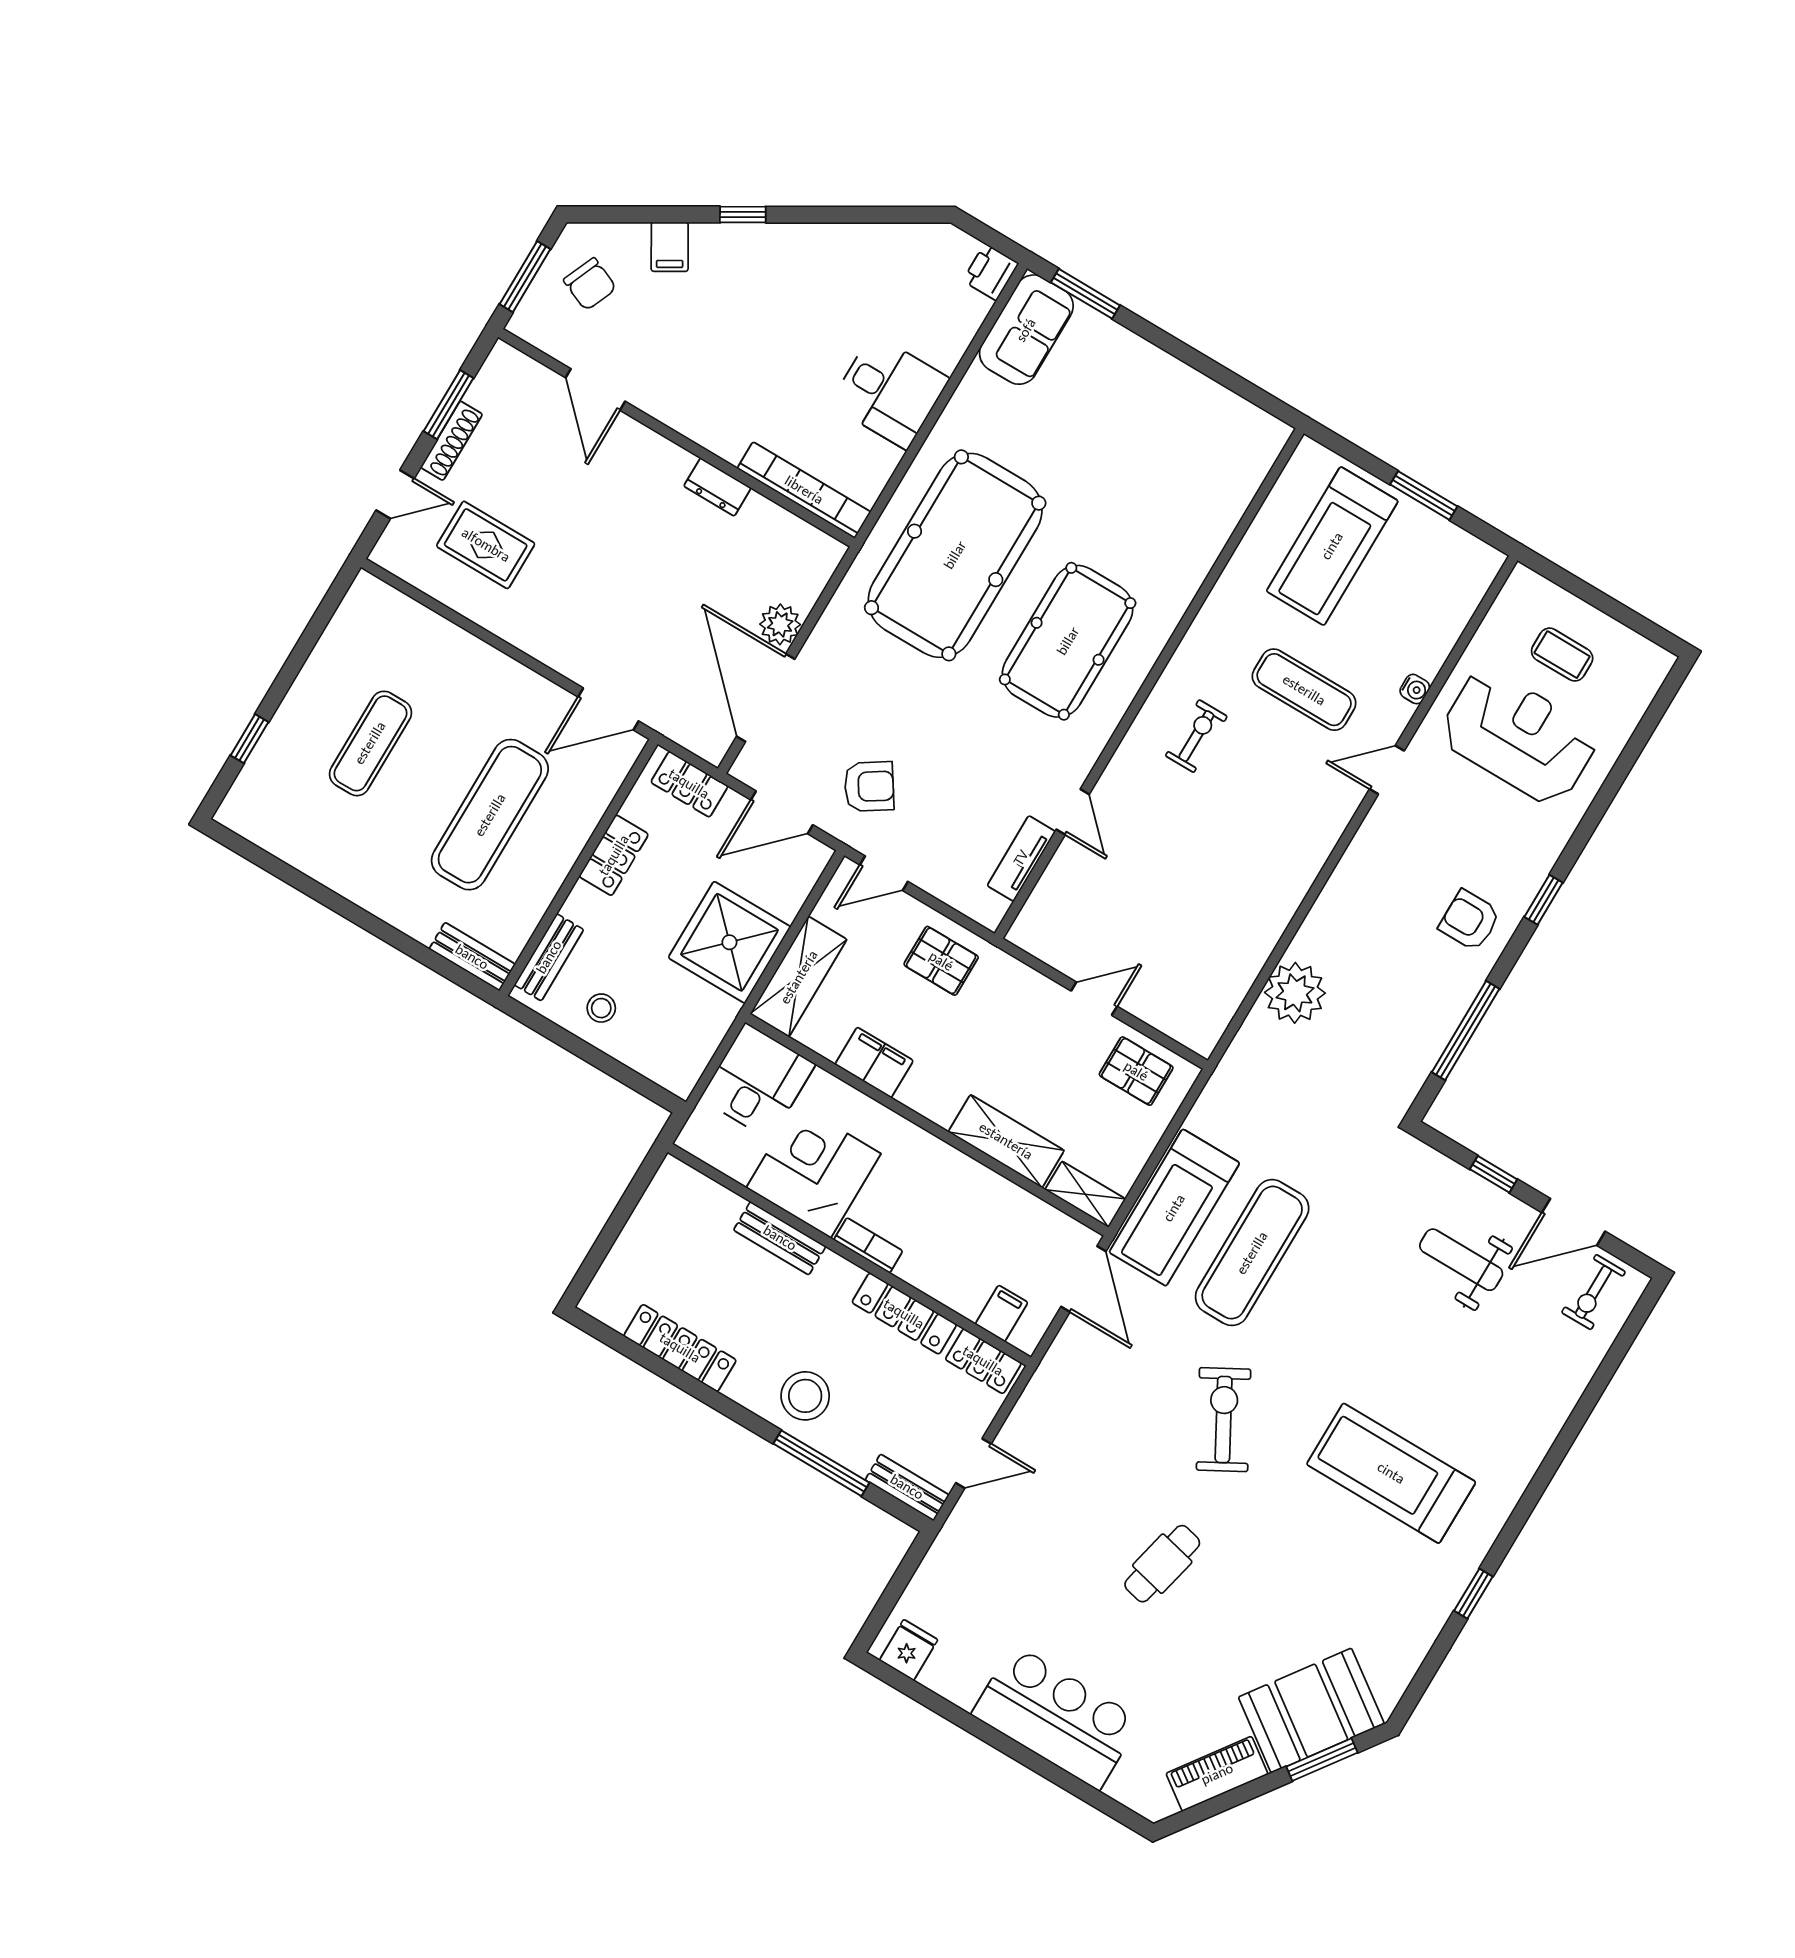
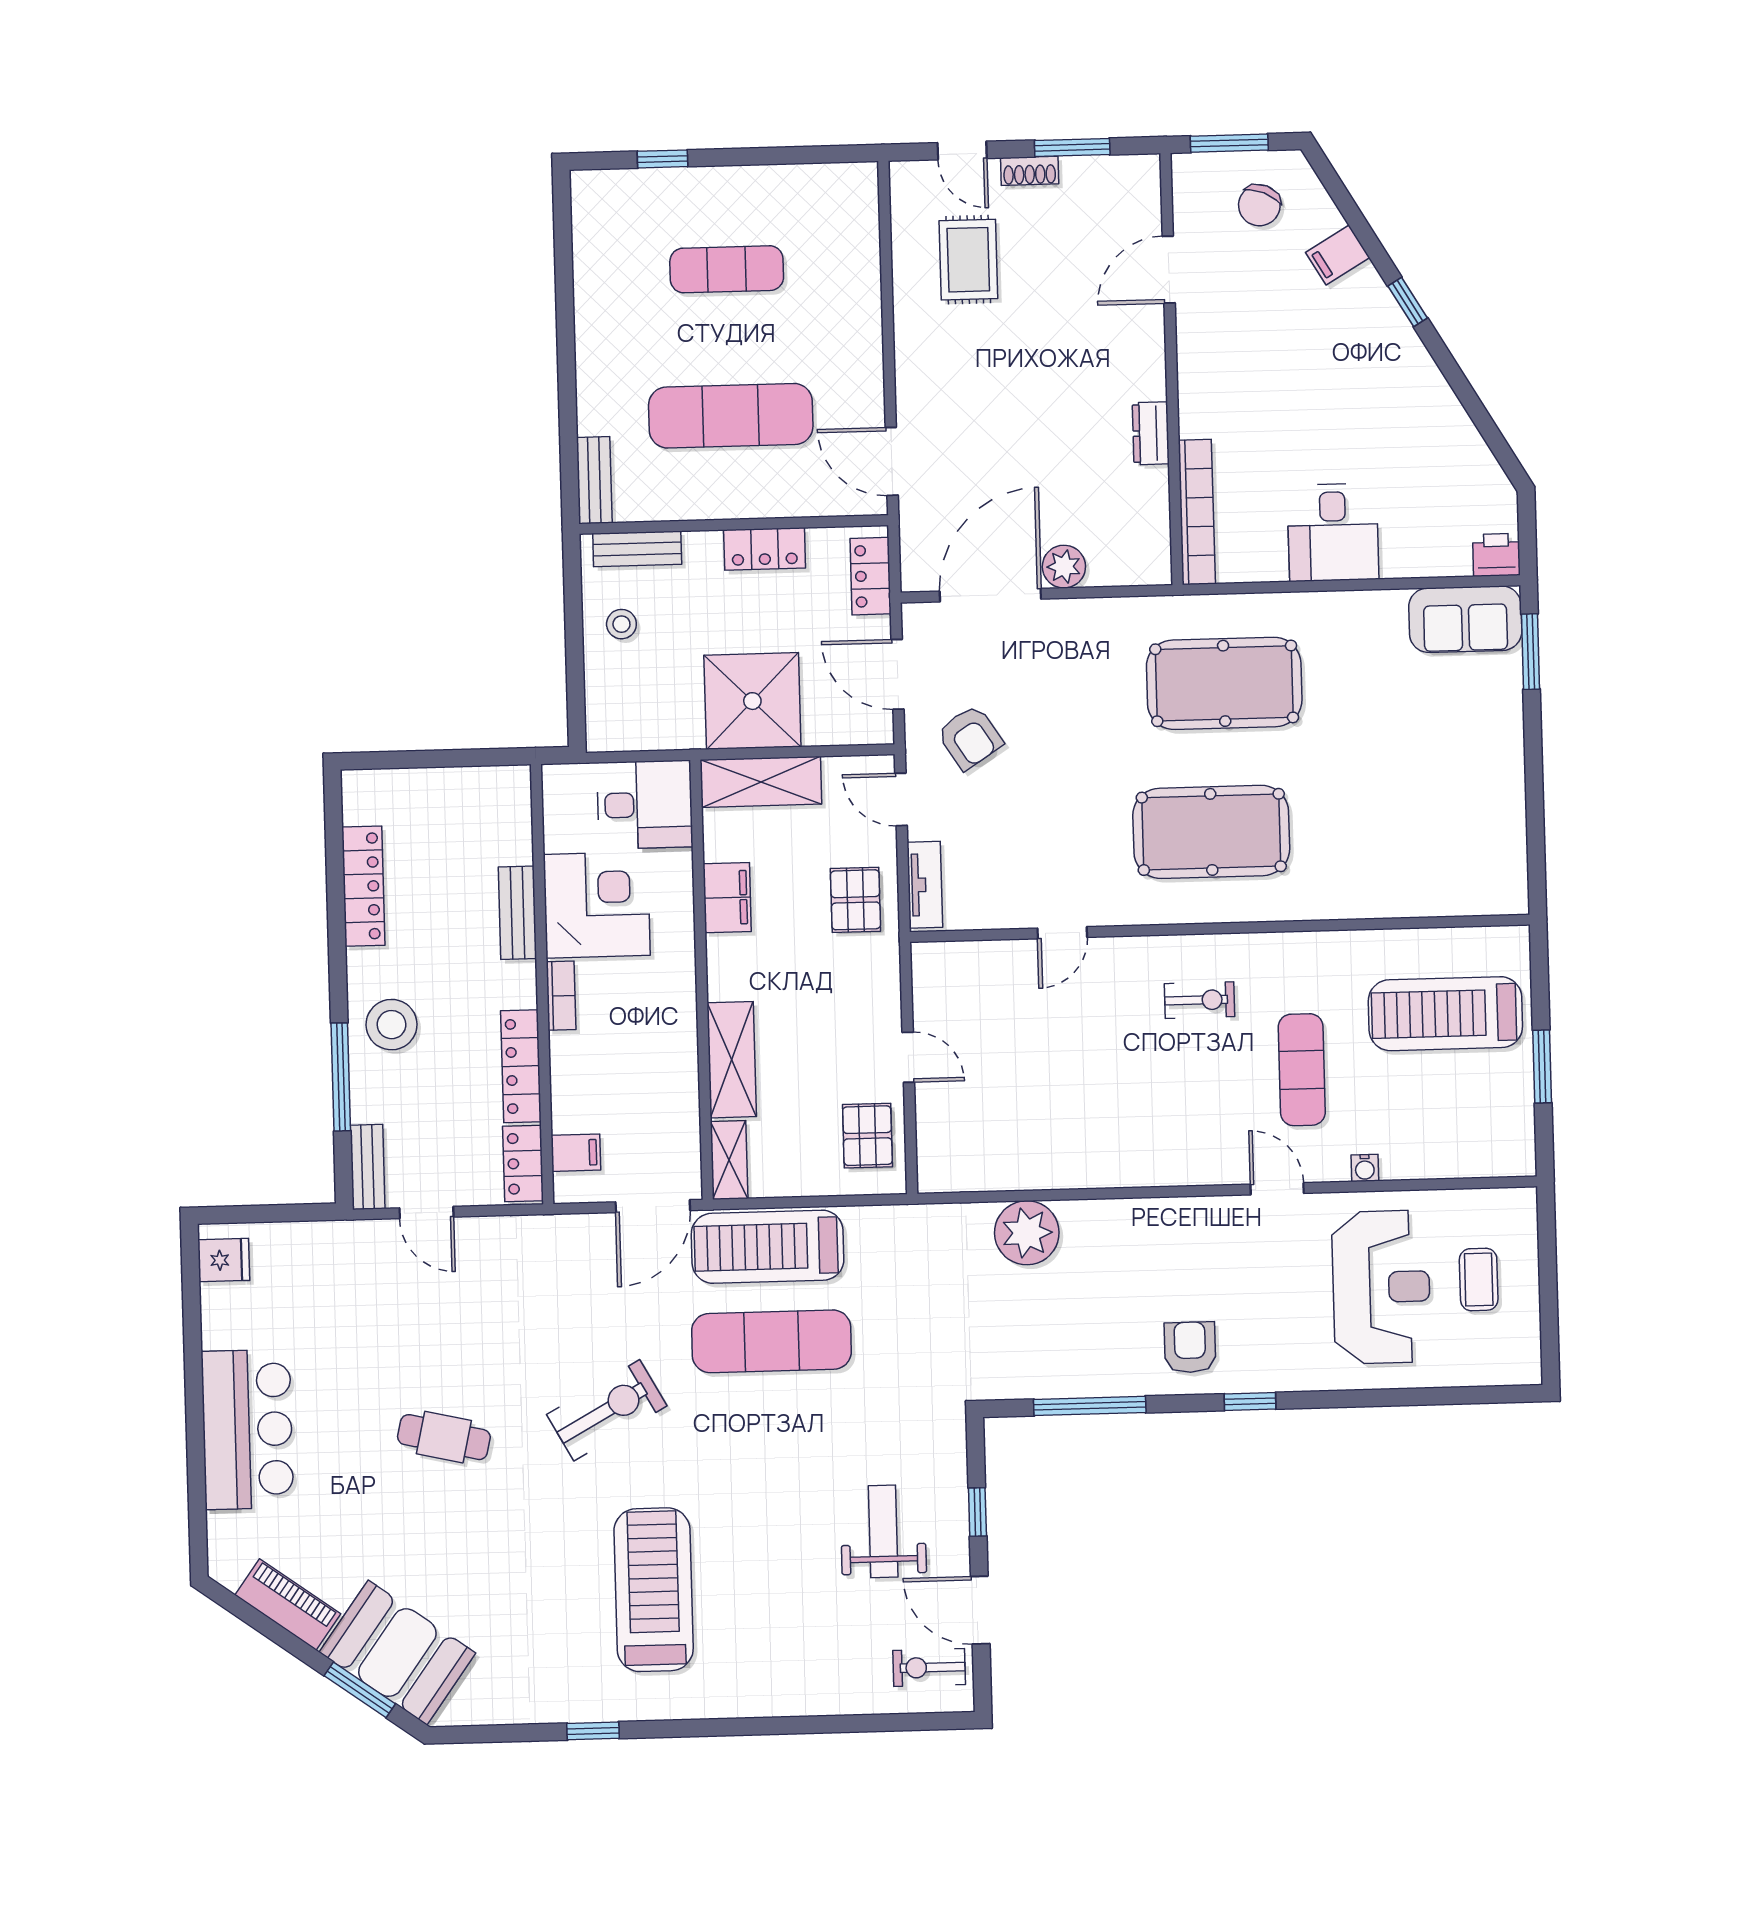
shoe rack: (452, 441) -> (1030, 171), width x0.70
pool table: (955, 555) -> (1224, 683), width x0.73, depth x0.76
tv unit: (1021, 858) -> (925, 885), moved, turned 90

